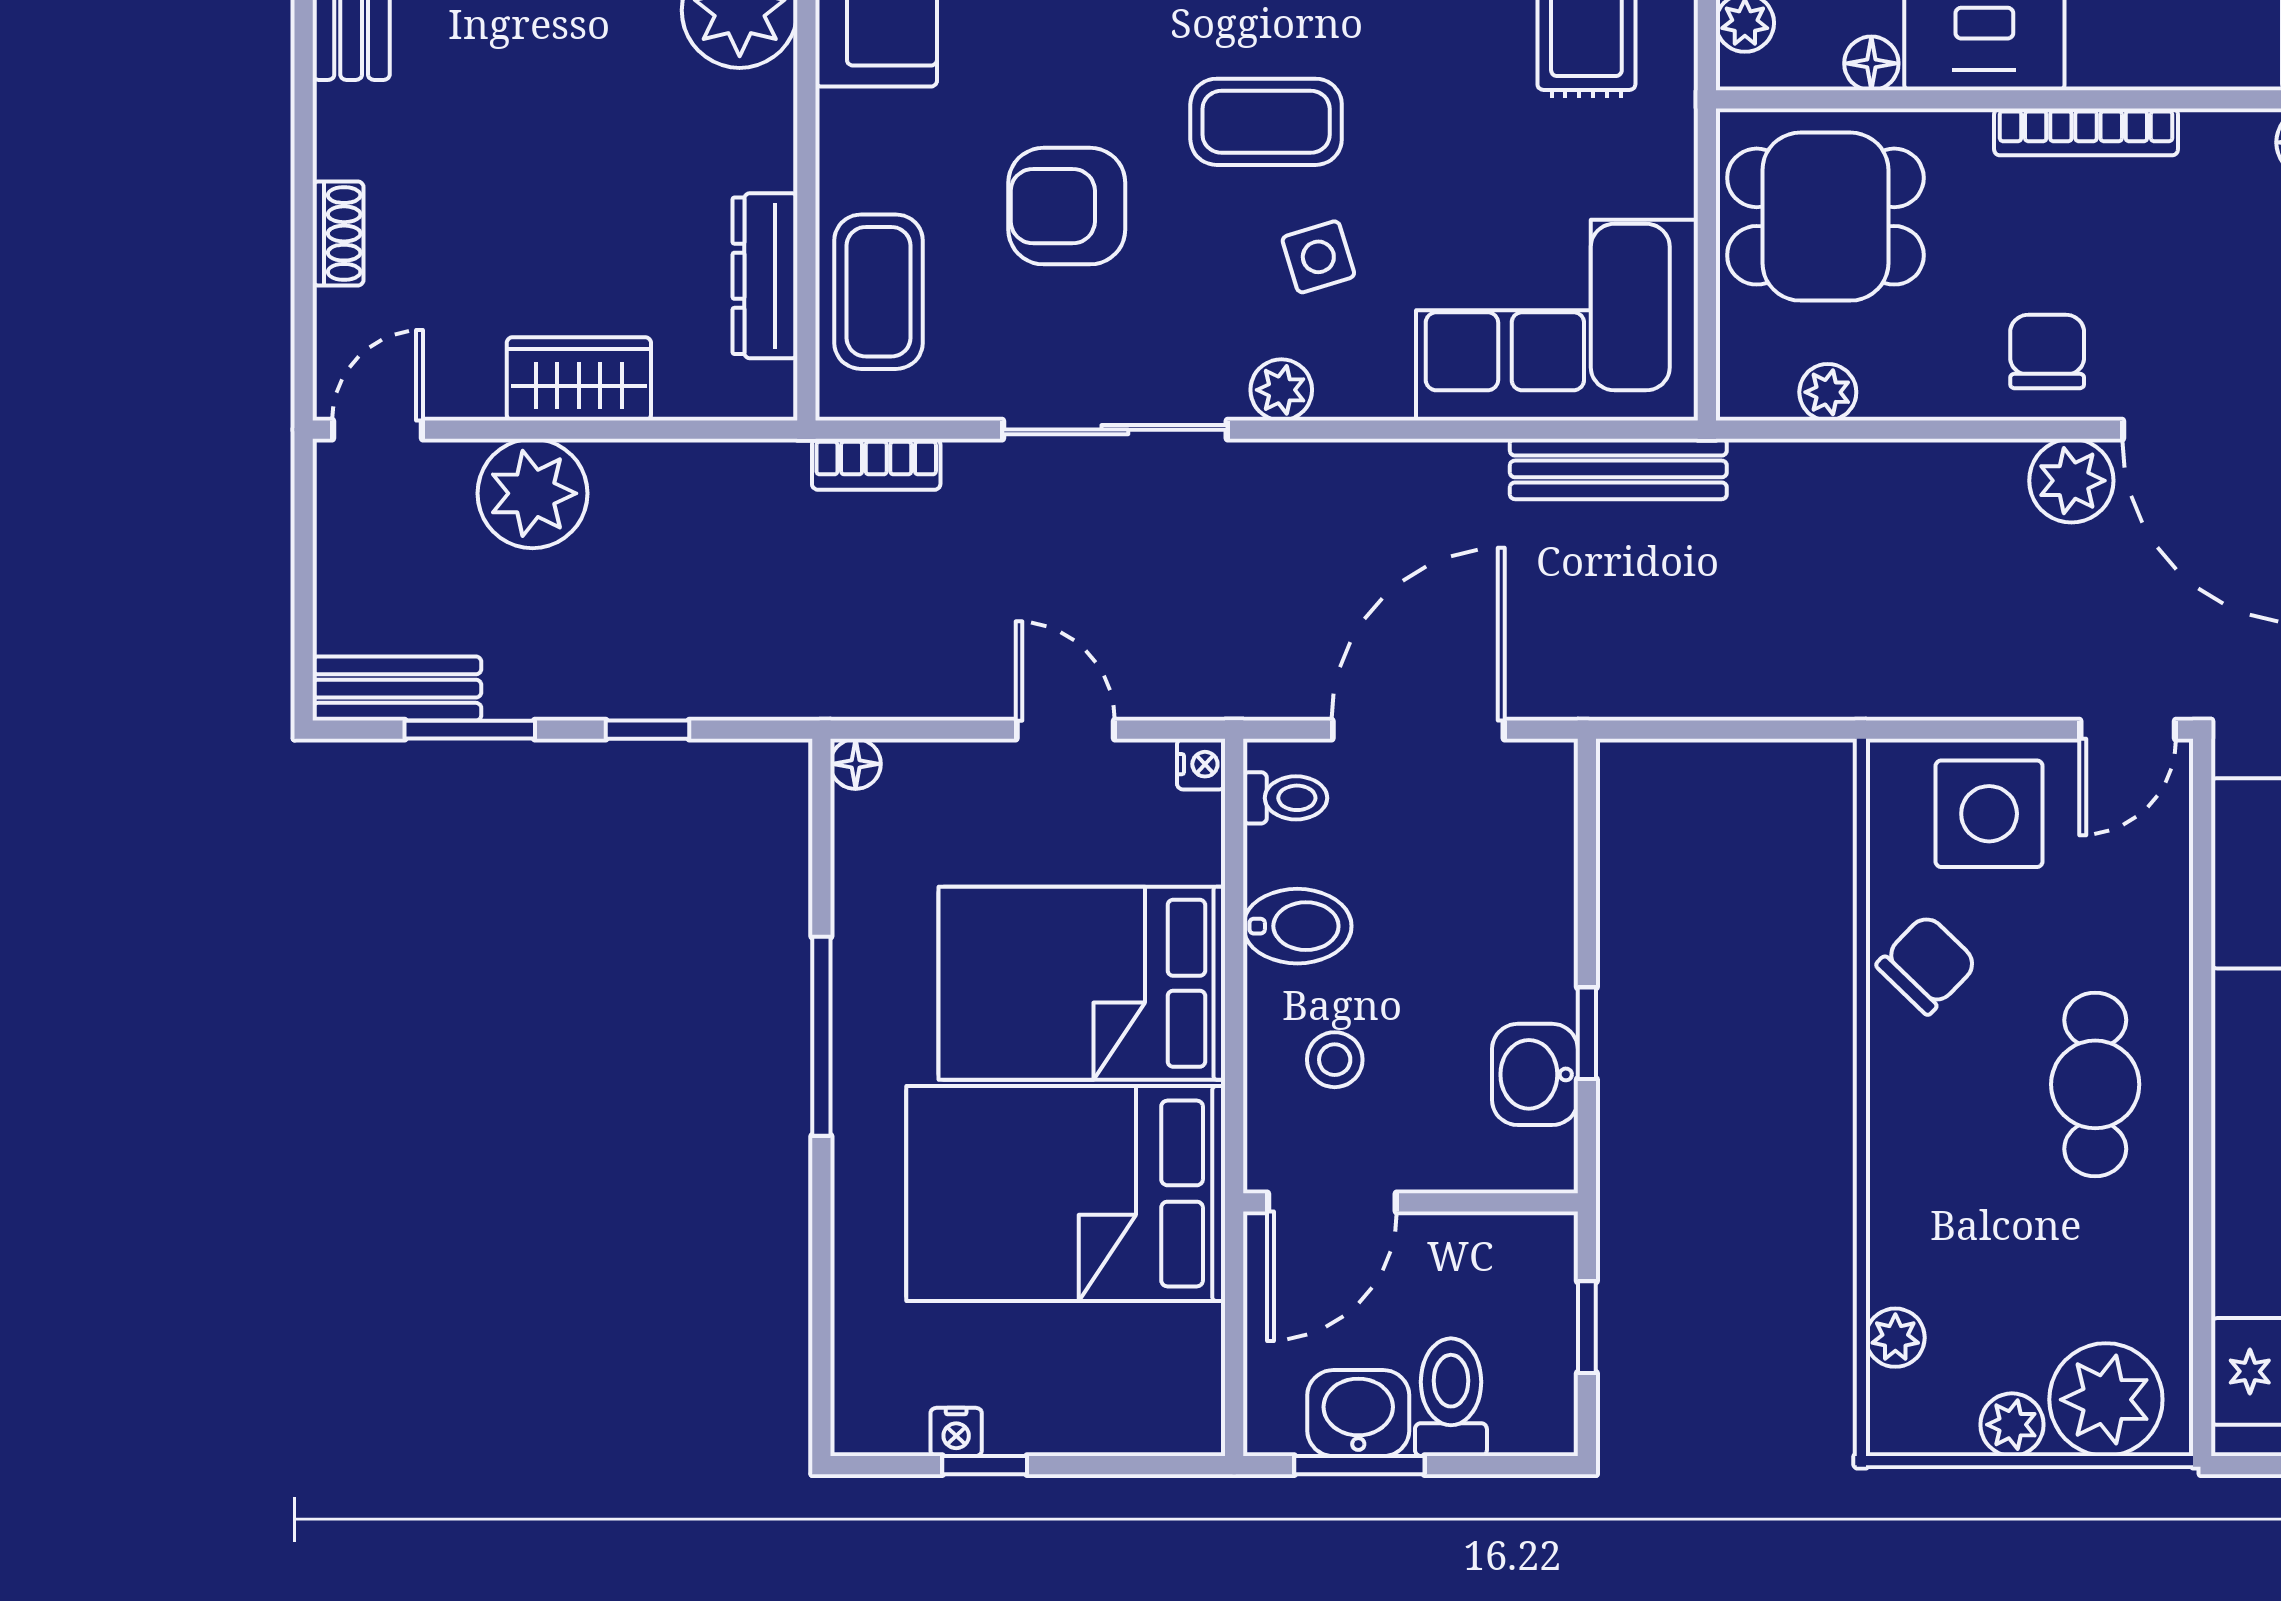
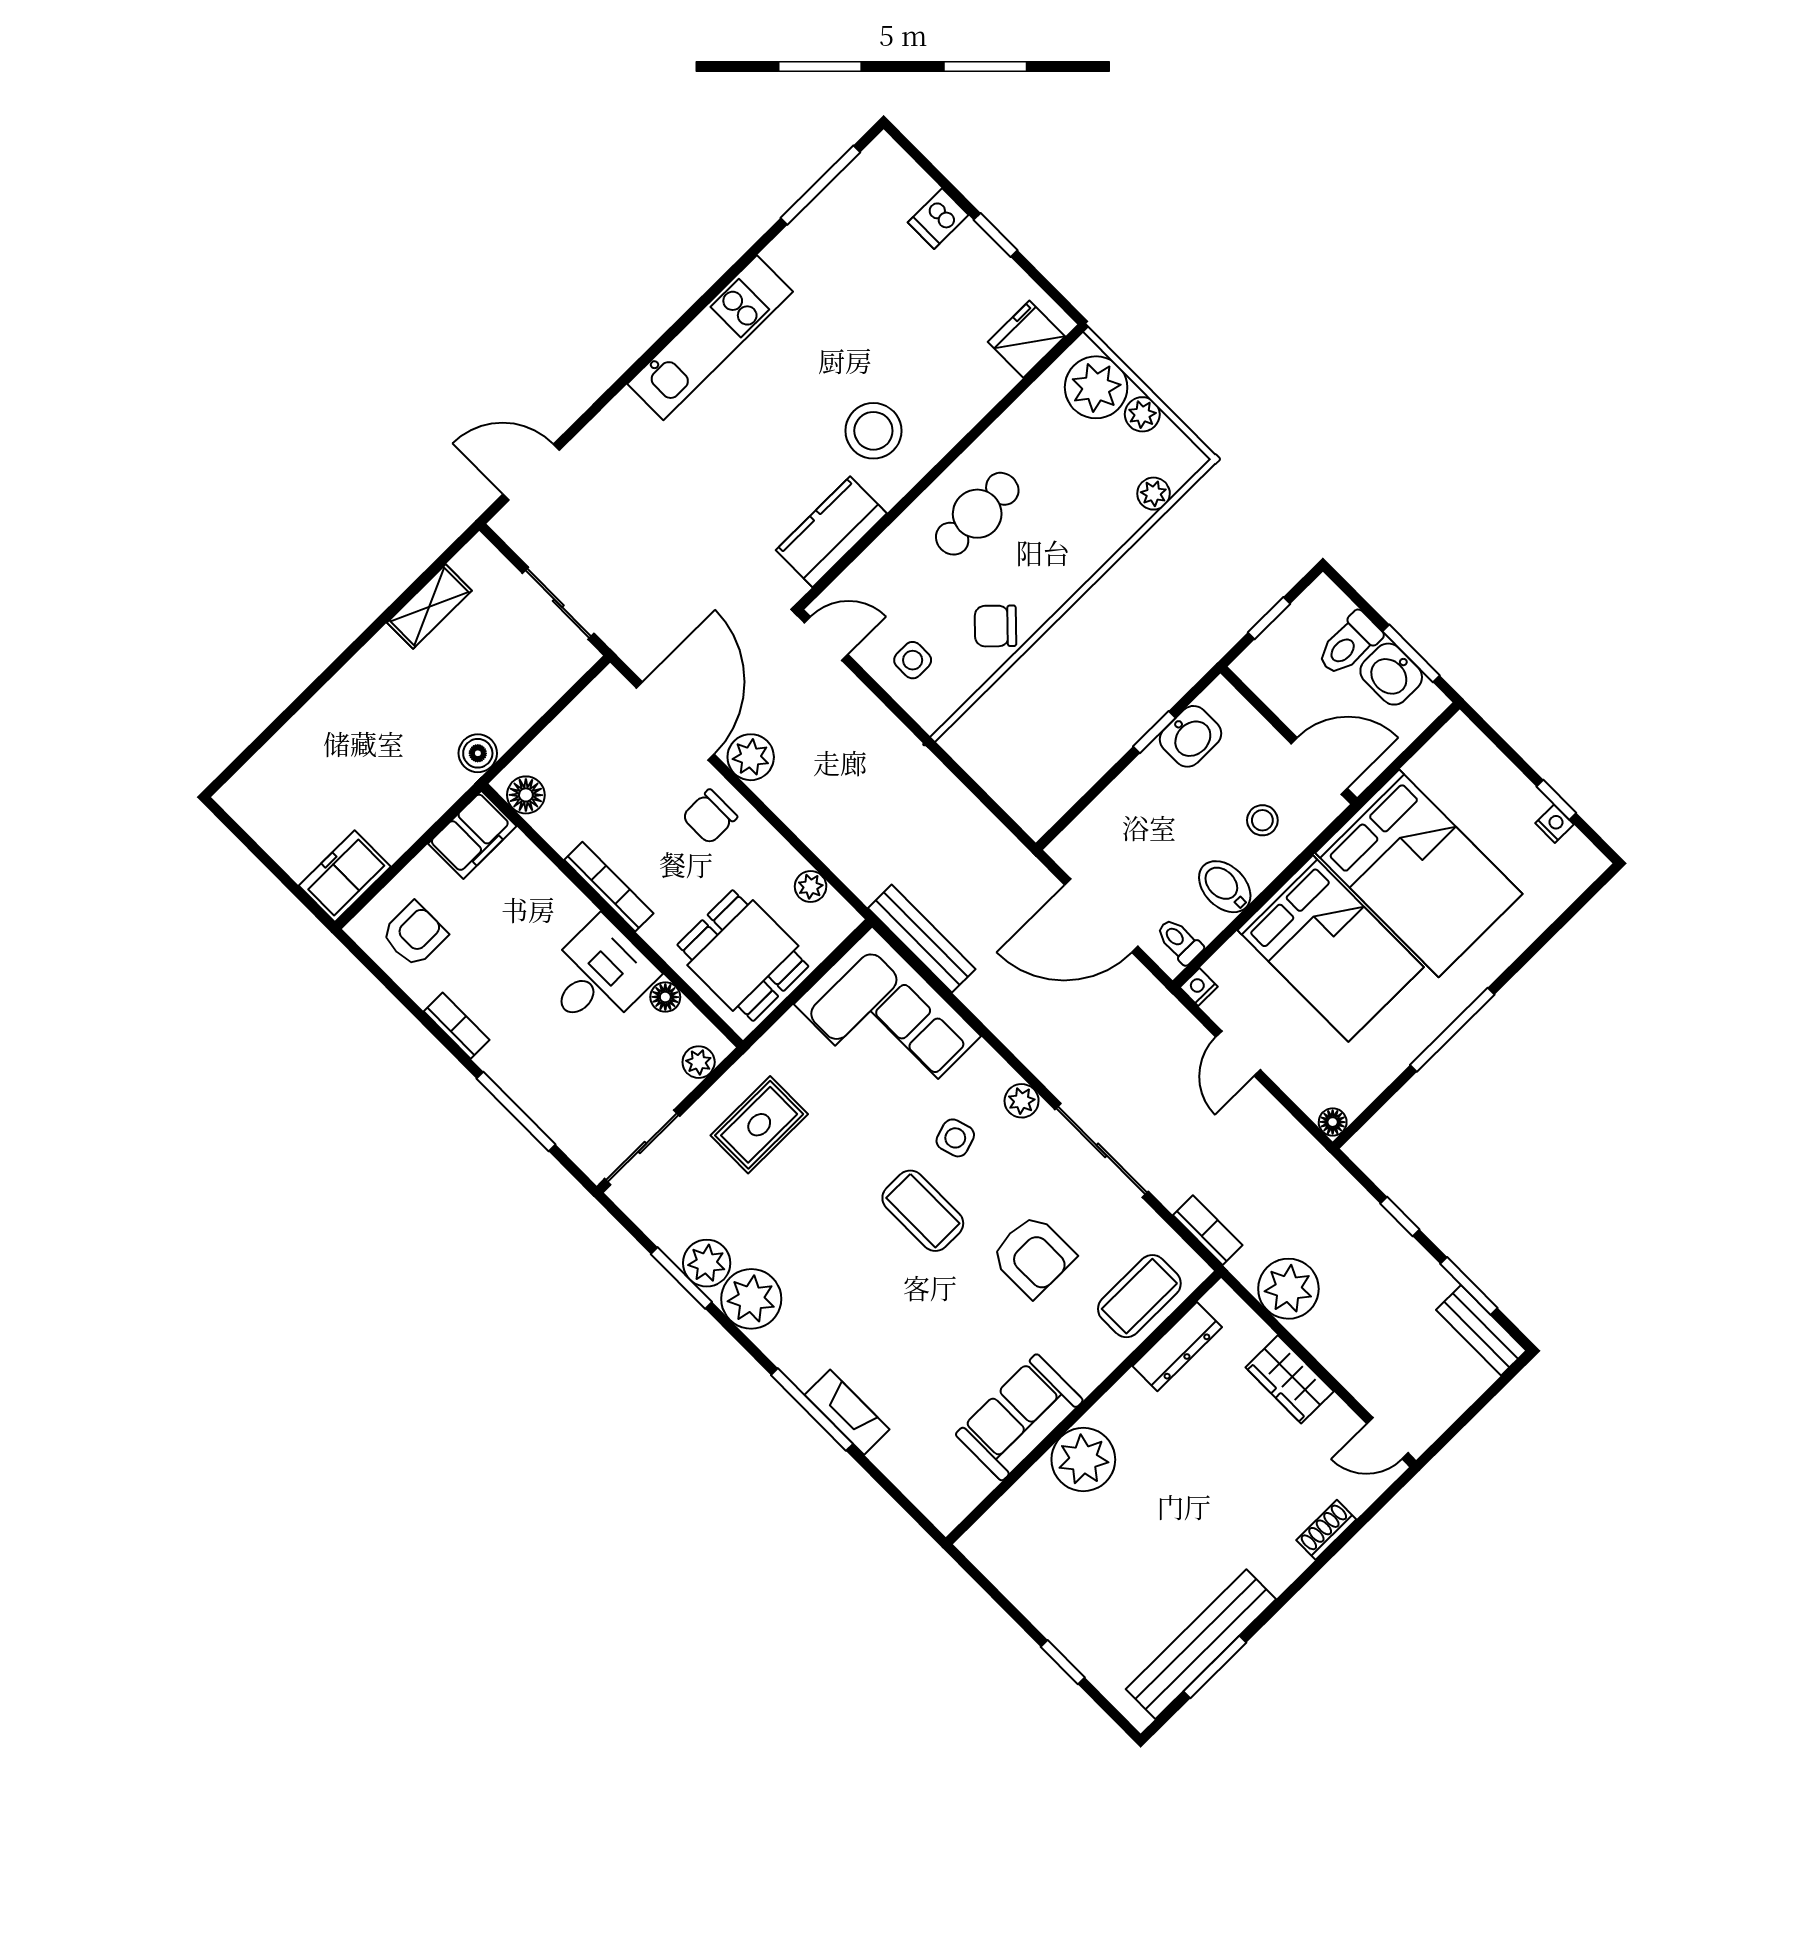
plant: (532, 493) -> (1288, 1289), moved
side table: (1989, 814) -> (913, 660), width x0.54, depth x0.54

